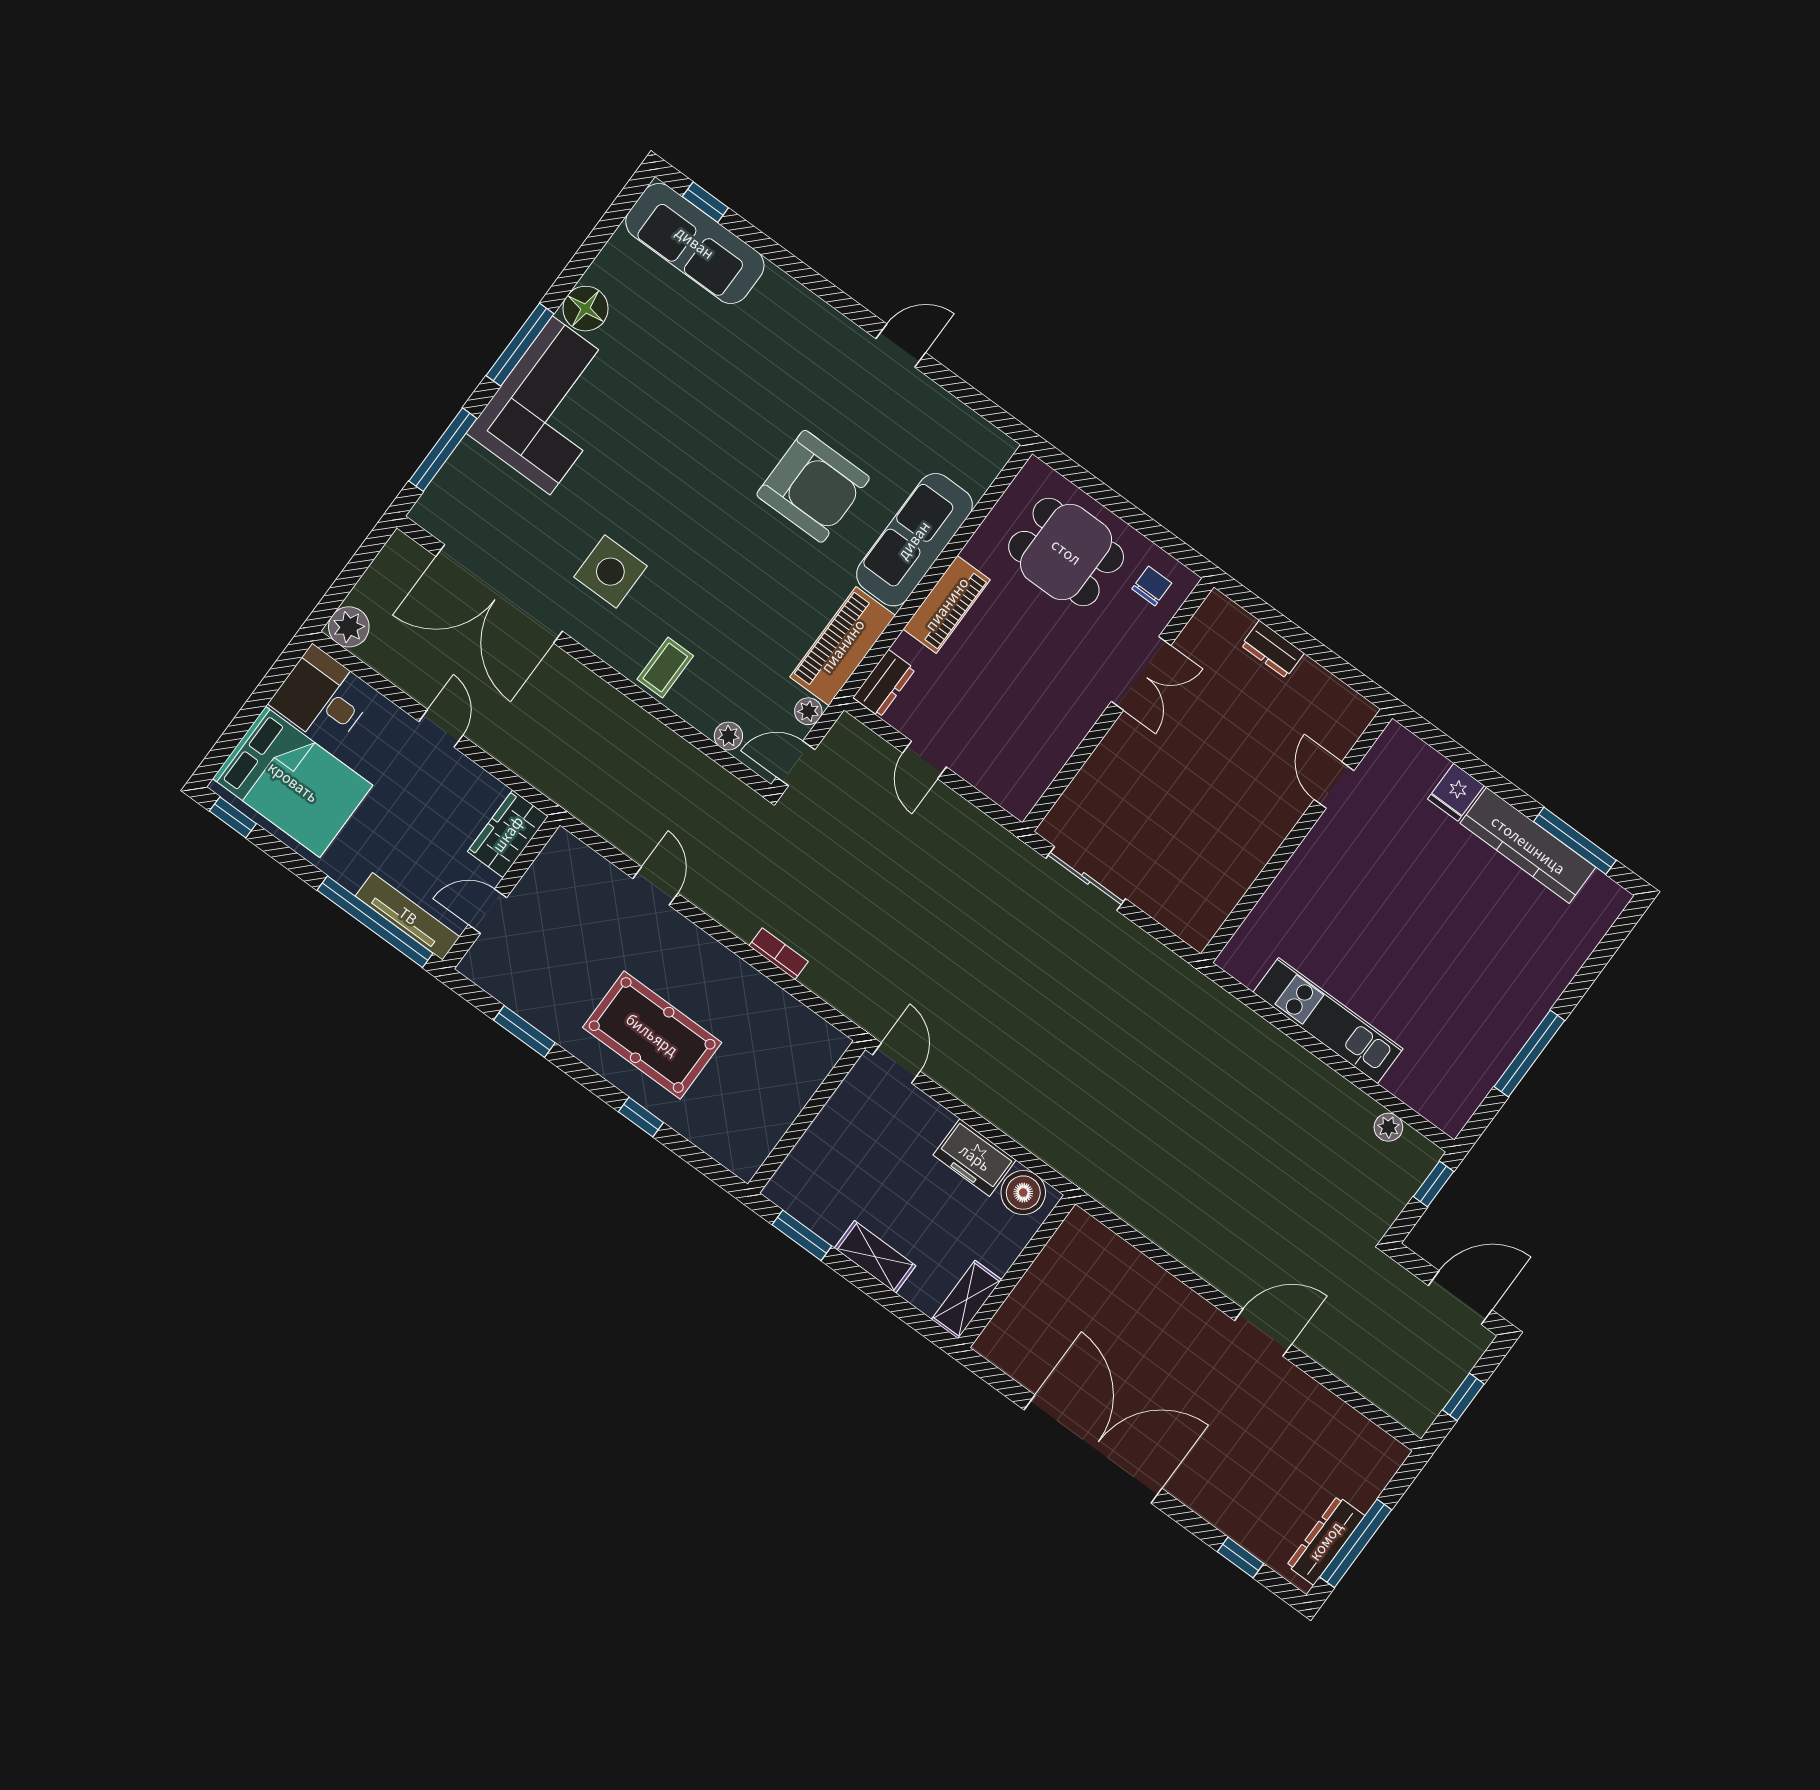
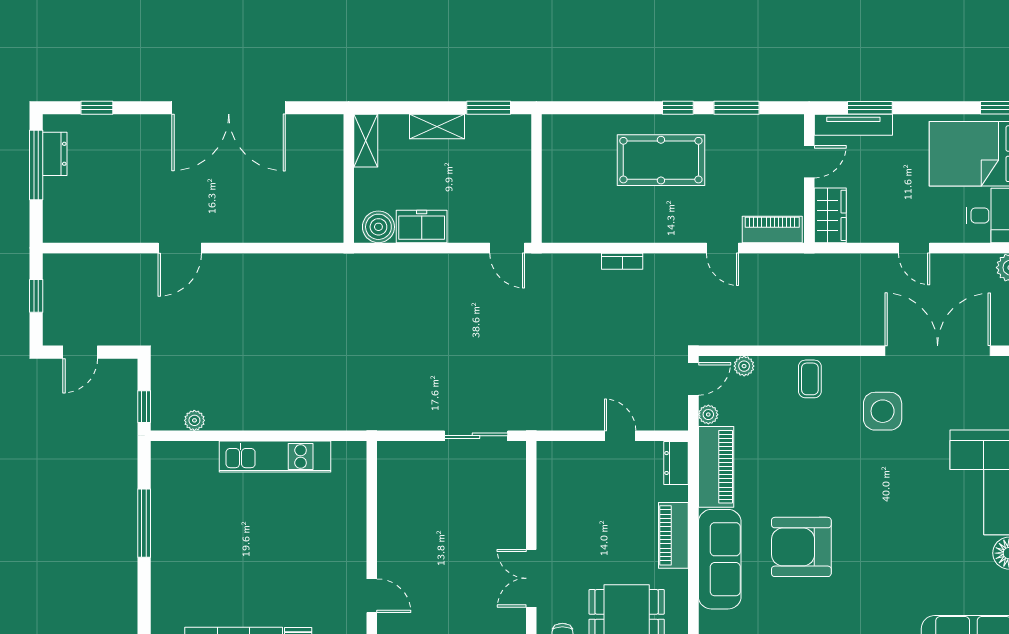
piano: (584, 866) -> (772, 229), added
window: (375, 922) -> (870, 108), width x0.47
window: (641, 1117) -> (678, 108), moved
door: (1460, 1298) -> (80, 352), width x0.73
dresser: (1326, 1541) -> (55, 154), width x0.70

